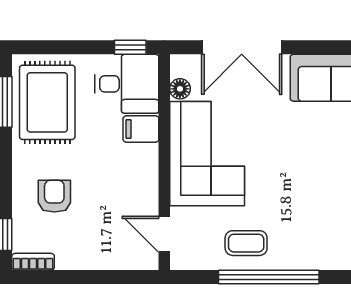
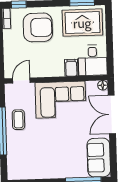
window: (130, 47) -> (110, 61), removed
floor lamp: (180, 89) -> (103, 85), moved
armchair: (54, 196) -> (38, 27), width x1.88, depth x1.88

